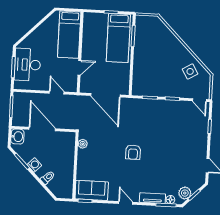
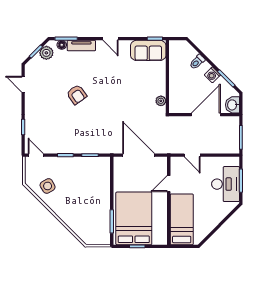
bed: (118, 38) -> (134, 218), width x1.50
door: (42, 129) -> (206, 115), swing flipped
armchair: (133, 152) -> (77, 95), moved, turned 145

